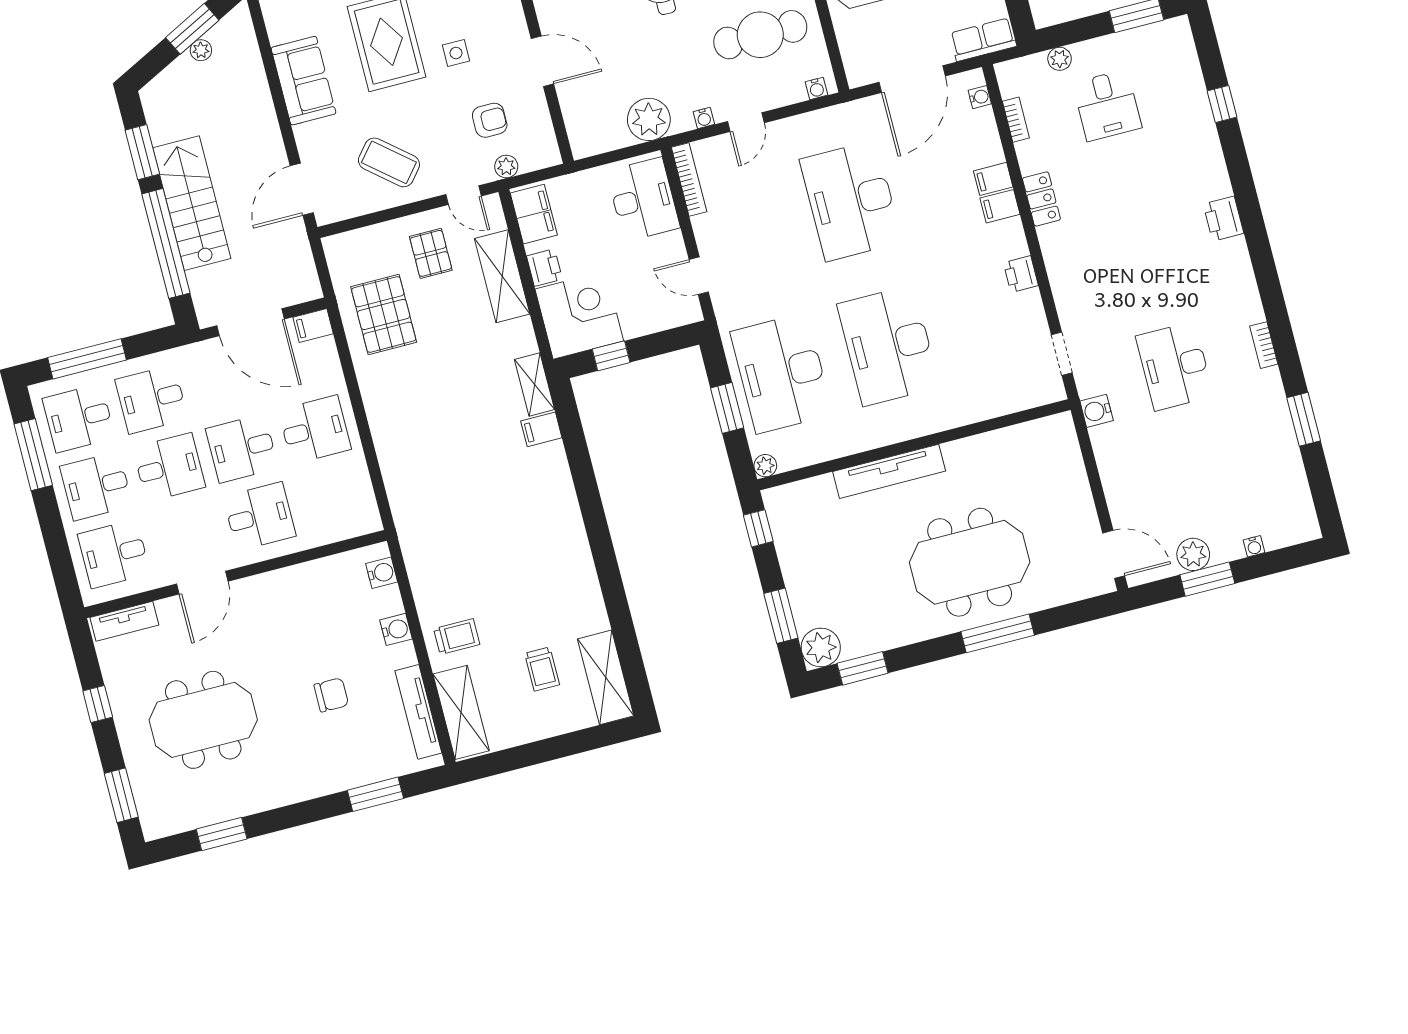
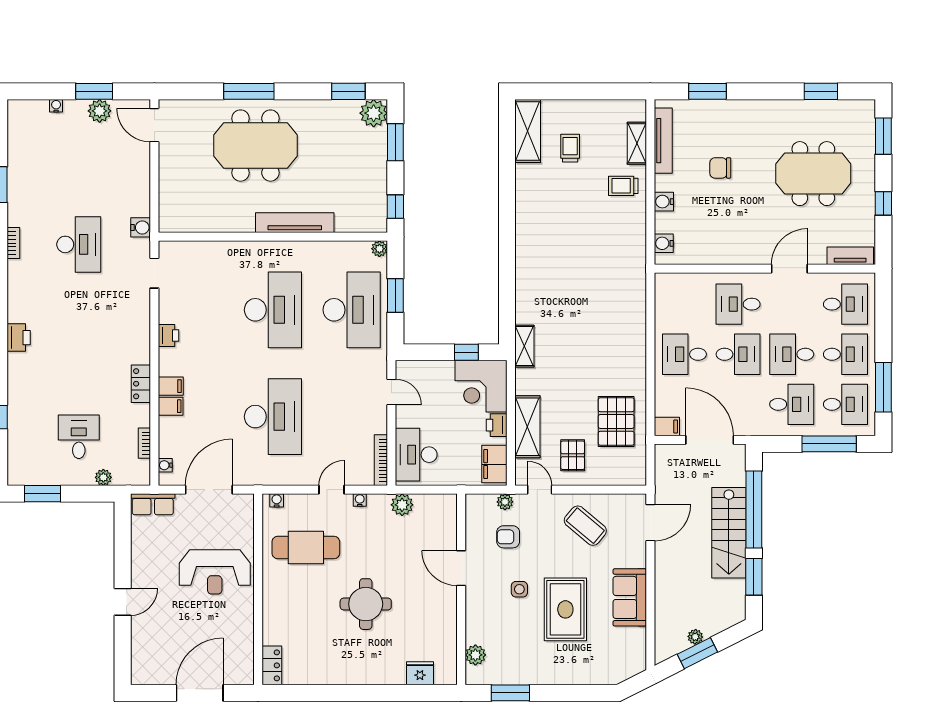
plant: (649, 119) -> (402, 505), width x0.73, depth x0.73
filing cabinet: (541, 429) -> (528, 314), removed
shelving: (461, 712) -> (637, 143), width x0.67, depth x0.75

